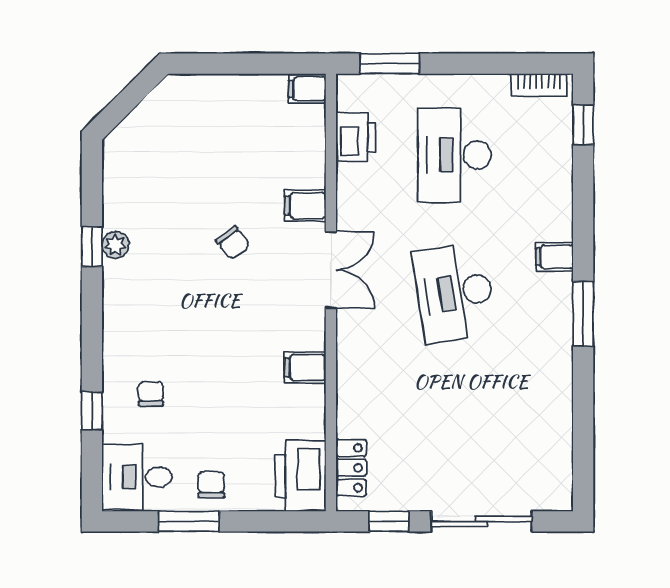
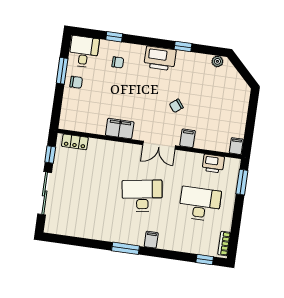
plant: (115, 245) -> (217, 61), moved
filing cabinet: (305, 367) -> (120, 129), width x2.00
printer: (300, 476) -> (160, 58), moved, turned 180

